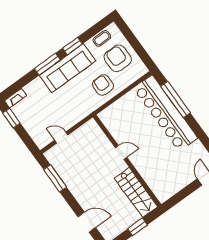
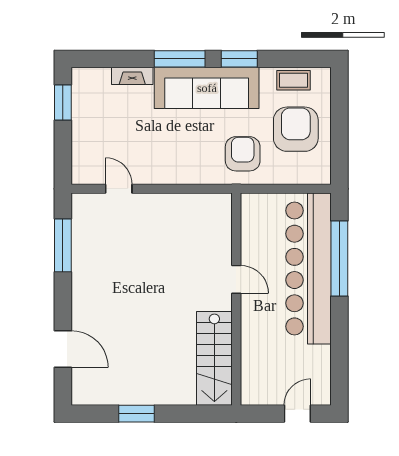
fireplace: (16, 98) -> (132, 76), moved
door: (121, 152) -> (236, 279), moved
wall: (127, 161) -> (236, 299), moved
stairs: (136, 192) -> (214, 358), moved

